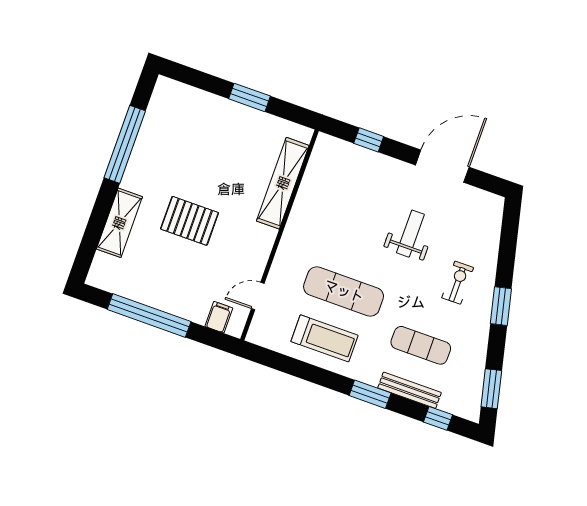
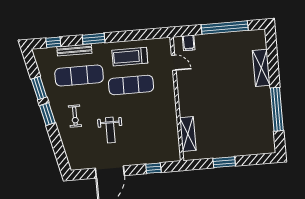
shelving: (283, 183) -> (188, 134), width x0.68
pallet: (190, 221) -> (226, 85), removed
door: (258, 296) -> (174, 63), hinge flipped
exercise mat: (421, 345) -> (79, 75), width x1.36, depth x1.45
window: (491, 389) -> (39, 88), moved

